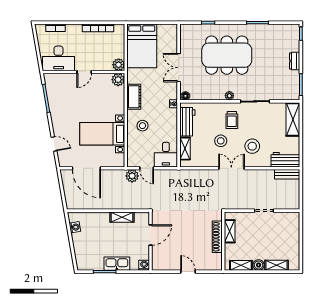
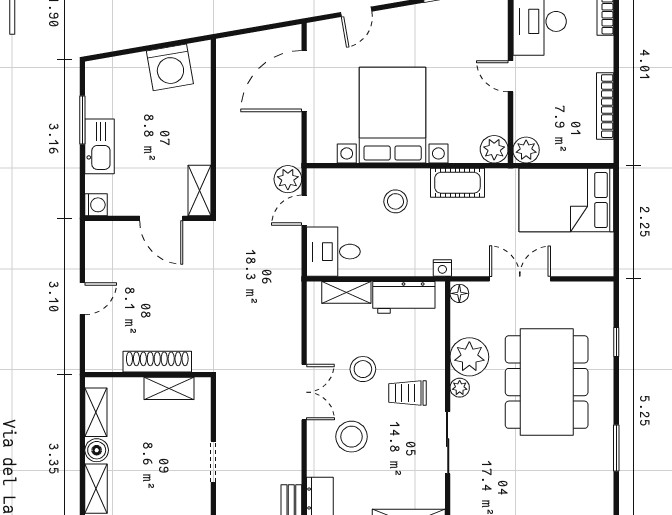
plant: (215, 91) -> (469, 357), added
bed with nightstands: (102, 134) -> (393, 115), width x1.36
shelving: (122, 217) -> (199, 191), moved
washing machine: (75, 227) -> (170, 67), width x1.89, depth x1.89

